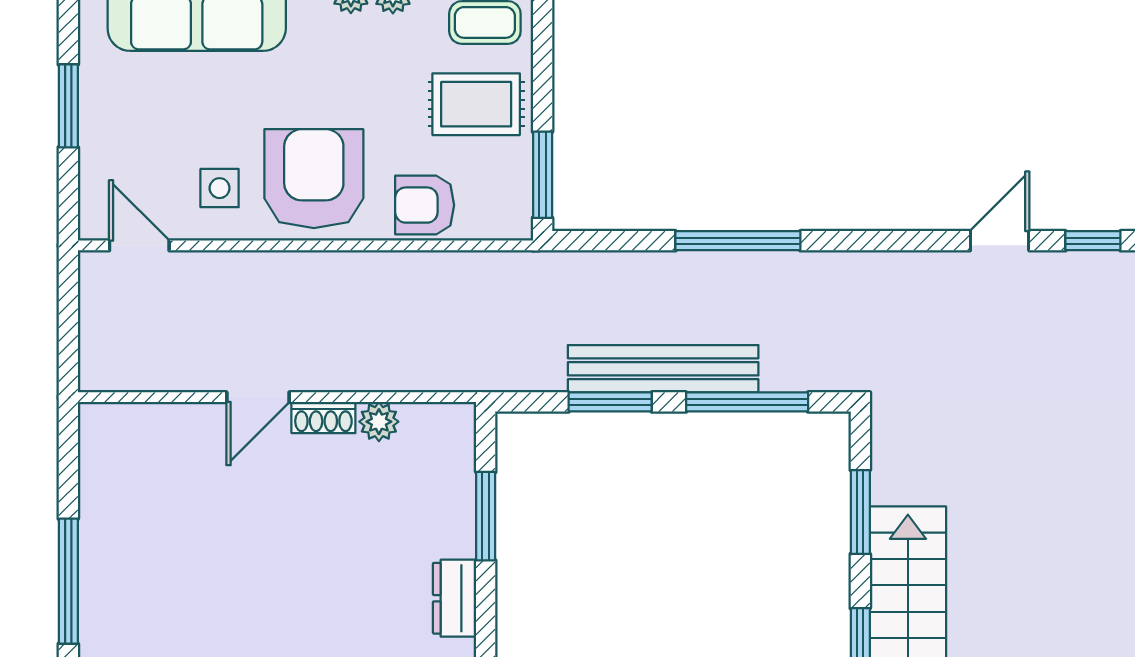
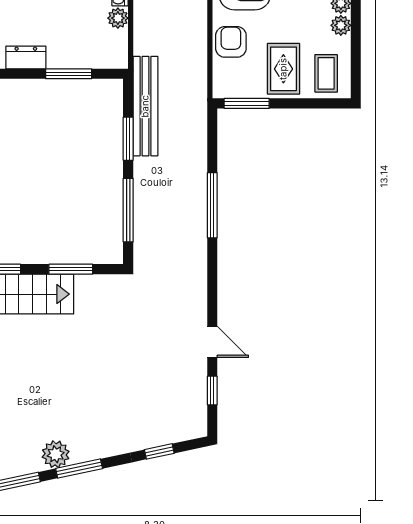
bench: (663, 369) -> (145, 106), moved

